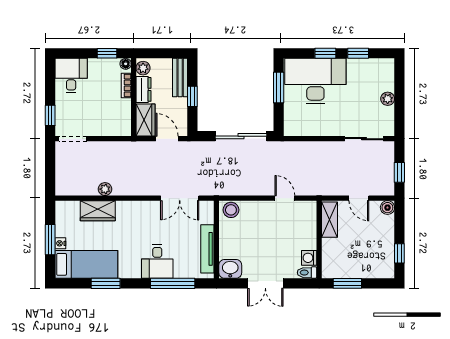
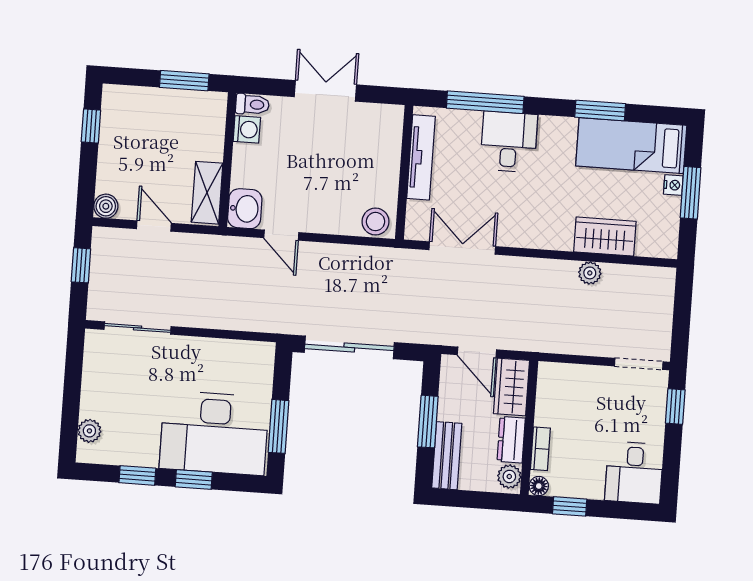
window: (192, 96) -> (428, 422), width x1.50
plant: (388, 99) -> (89, 431), moved
washbasin: (230, 269) -> (245, 209), moved, turned -90

